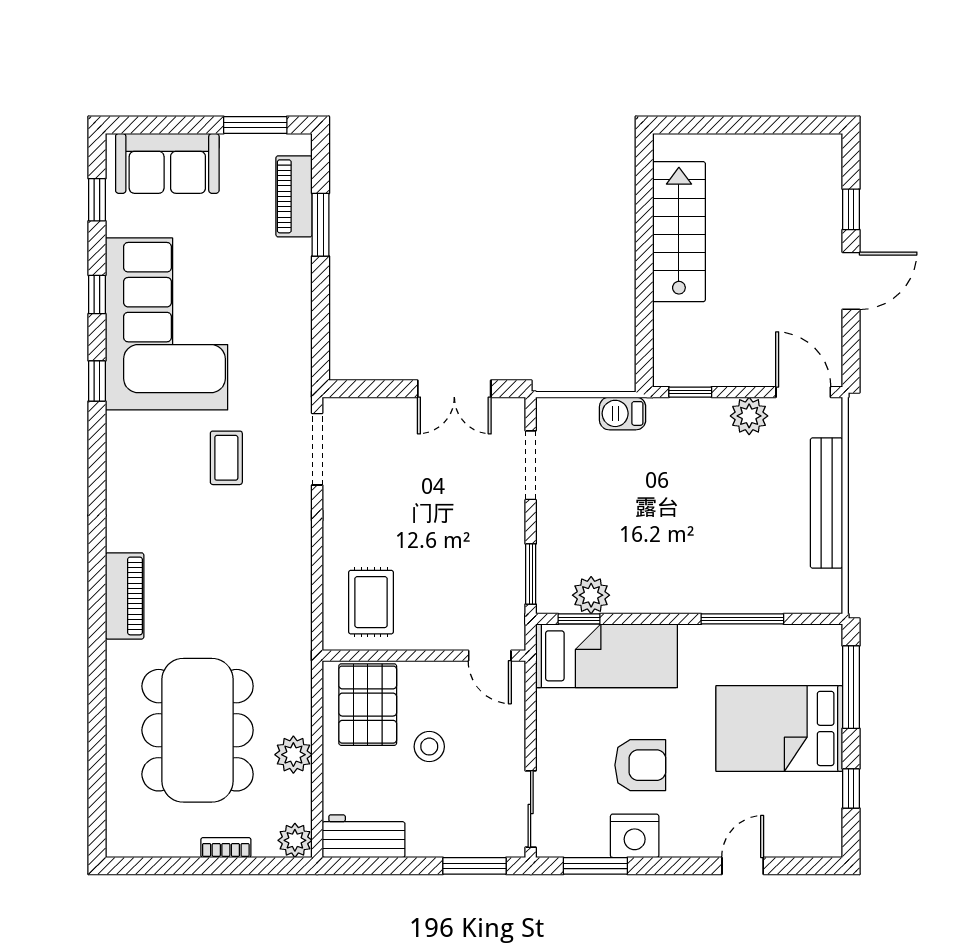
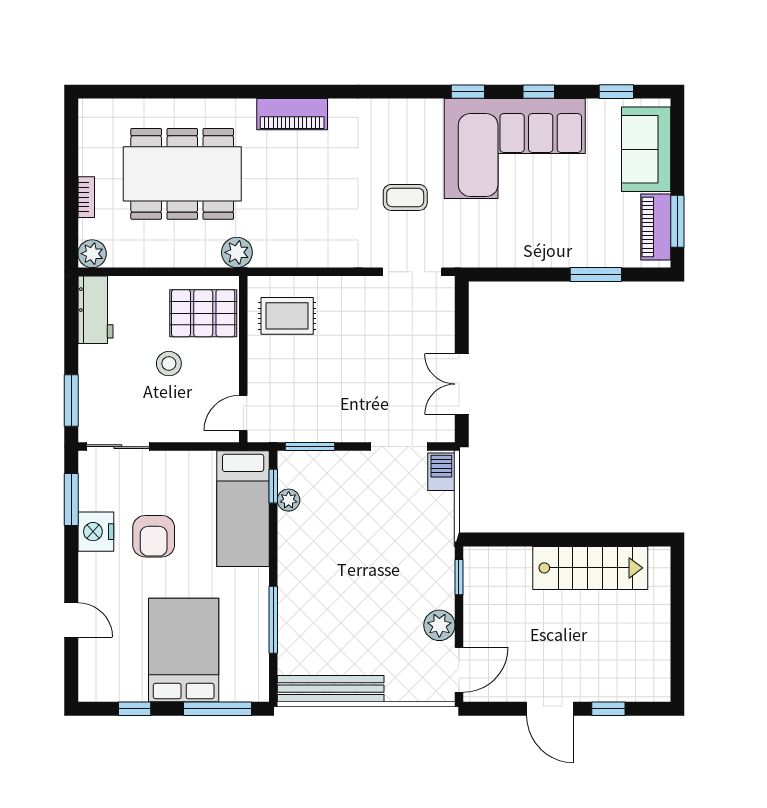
piano: (294, 196) -> (656, 227), moved, turned -90
barbecue: (623, 413) -> (441, 472), moved
bench: (827, 503) -> (331, 689), moved
plant: (591, 595) -> (289, 500), width x0.73, depth x0.73
plant: (293, 755) -> (237, 252), moved

